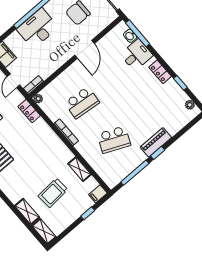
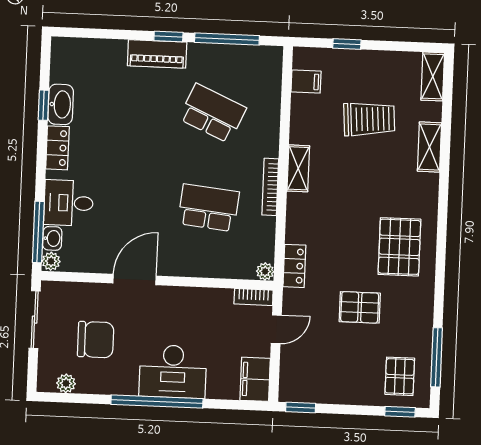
washbasin: (174, 89) -> (61, 104), added
plant: (190, 105) -> (51, 261), moved
shelving: (79, 169) -> (298, 168), moved
filing cabinet: (98, 194) -> (306, 82), moved
shelving: (27, 211) -> (430, 147), moved

